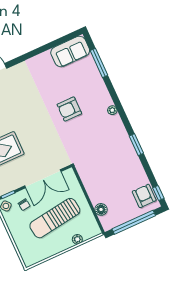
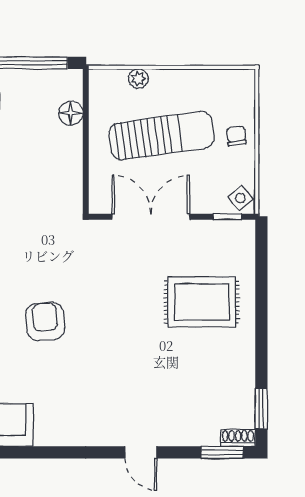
armchair: (69, 109) -> (45, 321), turned -95
chair: (24, 205) -> (236, 136), moved

